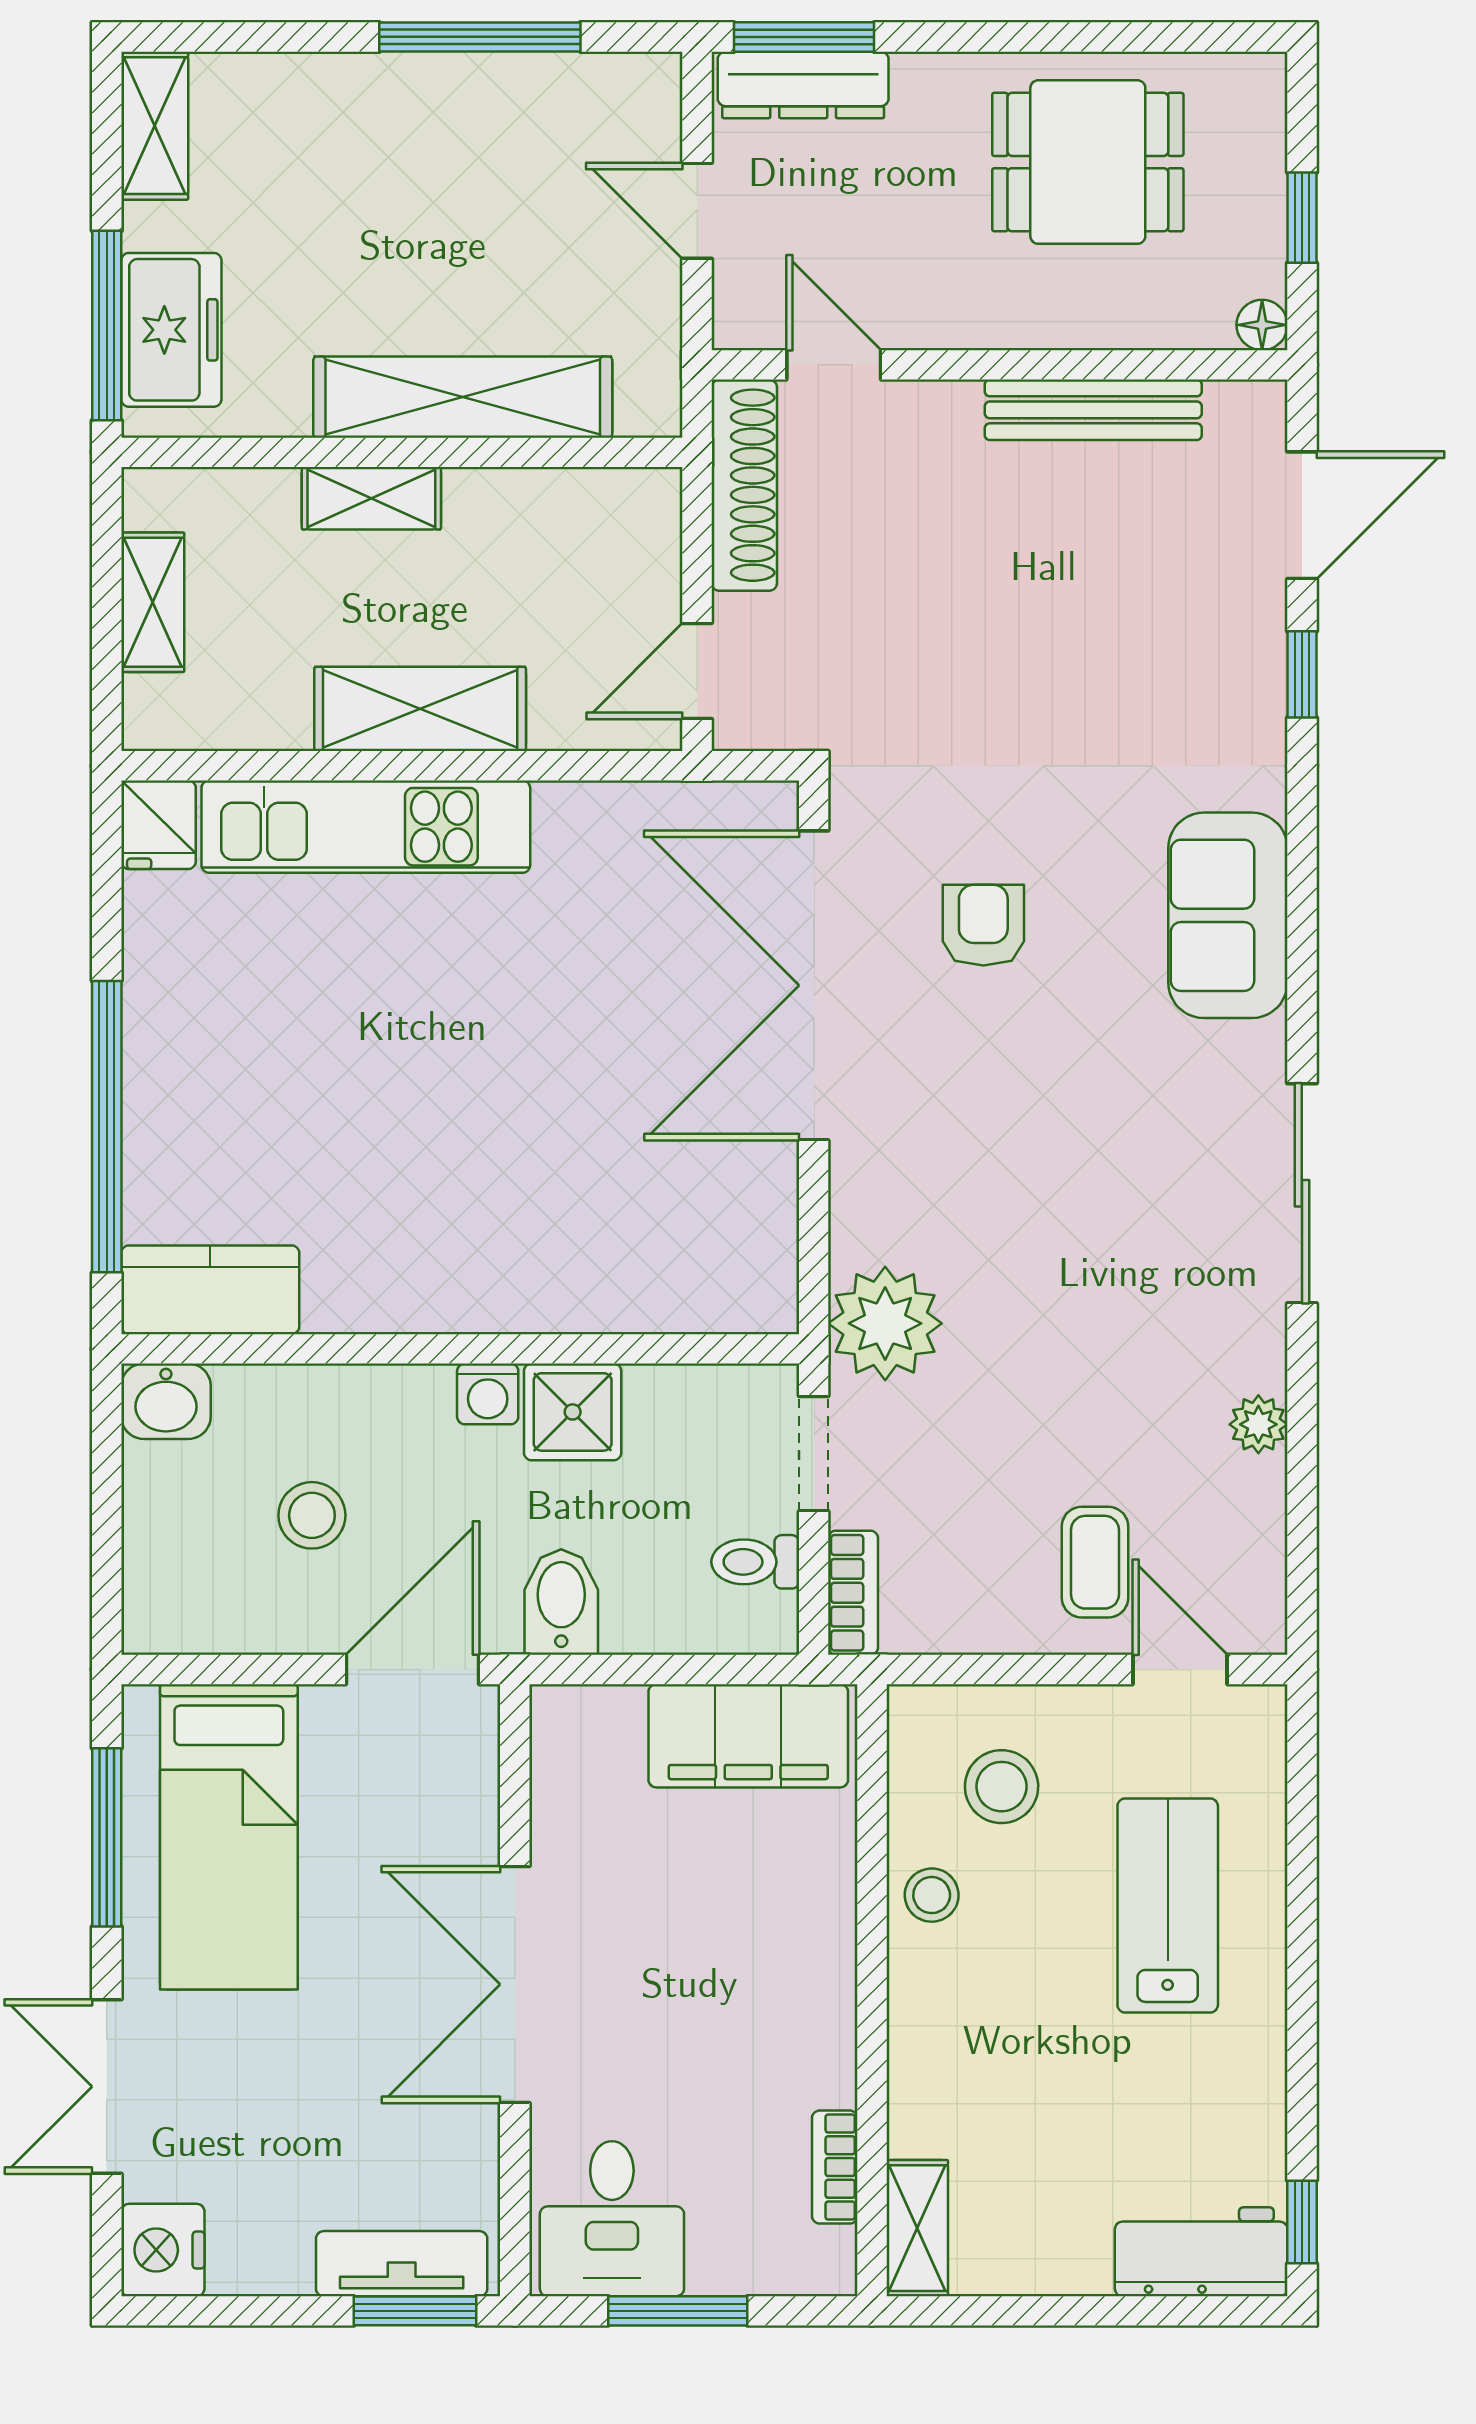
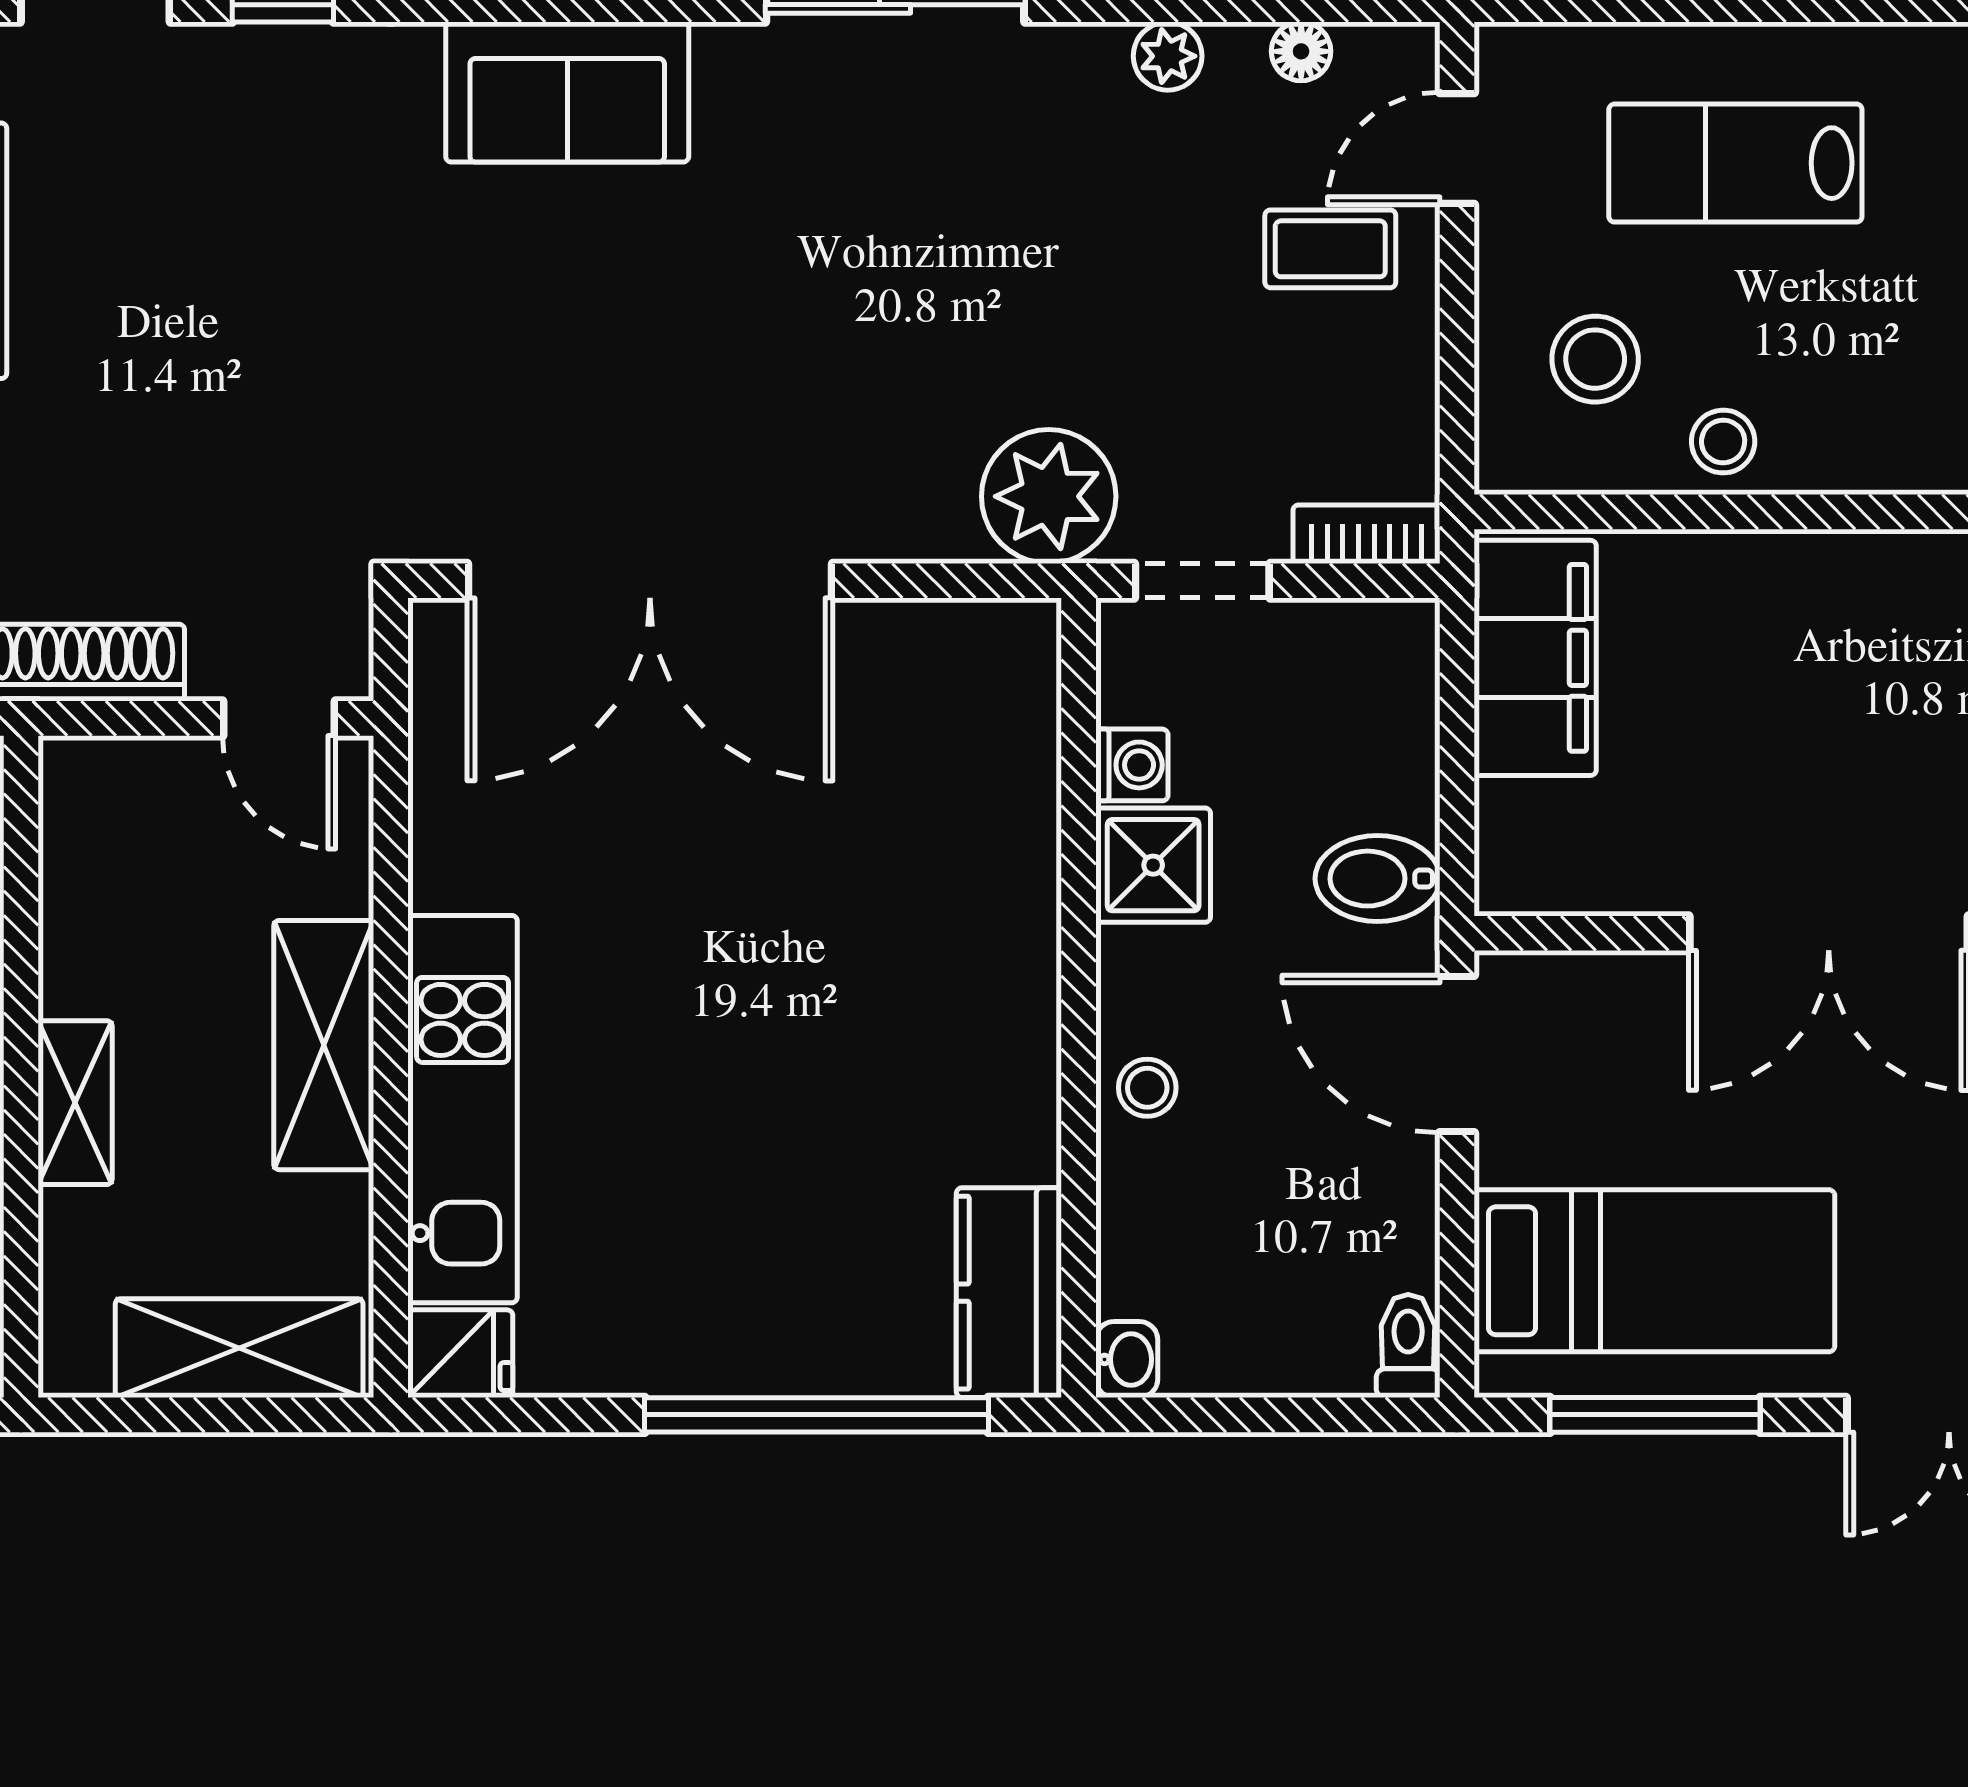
shelving: (153, 602) -> (239, 1348), width x1.50, depth x1.33
armchair: (983, 925) -> (579, 381), removed
washing machine: (488, 1394) -> (1132, 765), moved
washbasin: (166, 1401) -> (1127, 1359), width x0.72, depth x0.69
stool: (312, 1515) -> (1147, 1088), moved, width x0.73, depth x0.73
floor lamp: (1262, 1537) -> (1301, 51), added
toilet: (755, 1562) -> (1408, 1346), moved, turned 180

